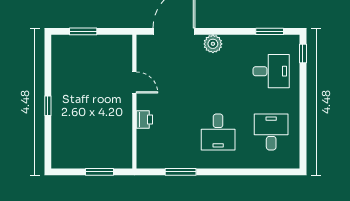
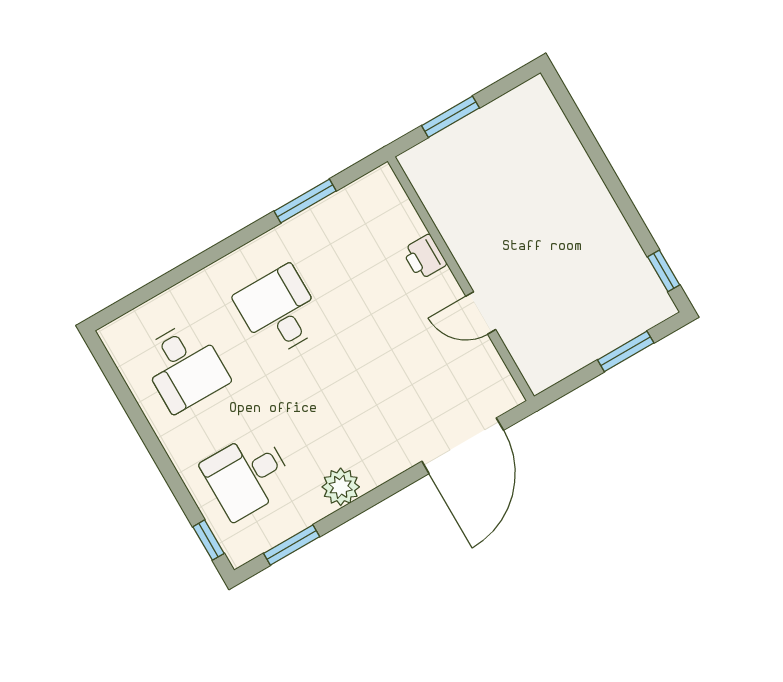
plant: (213, 44) -> (341, 487), moved
window: (48, 106) -> (664, 271), moved

